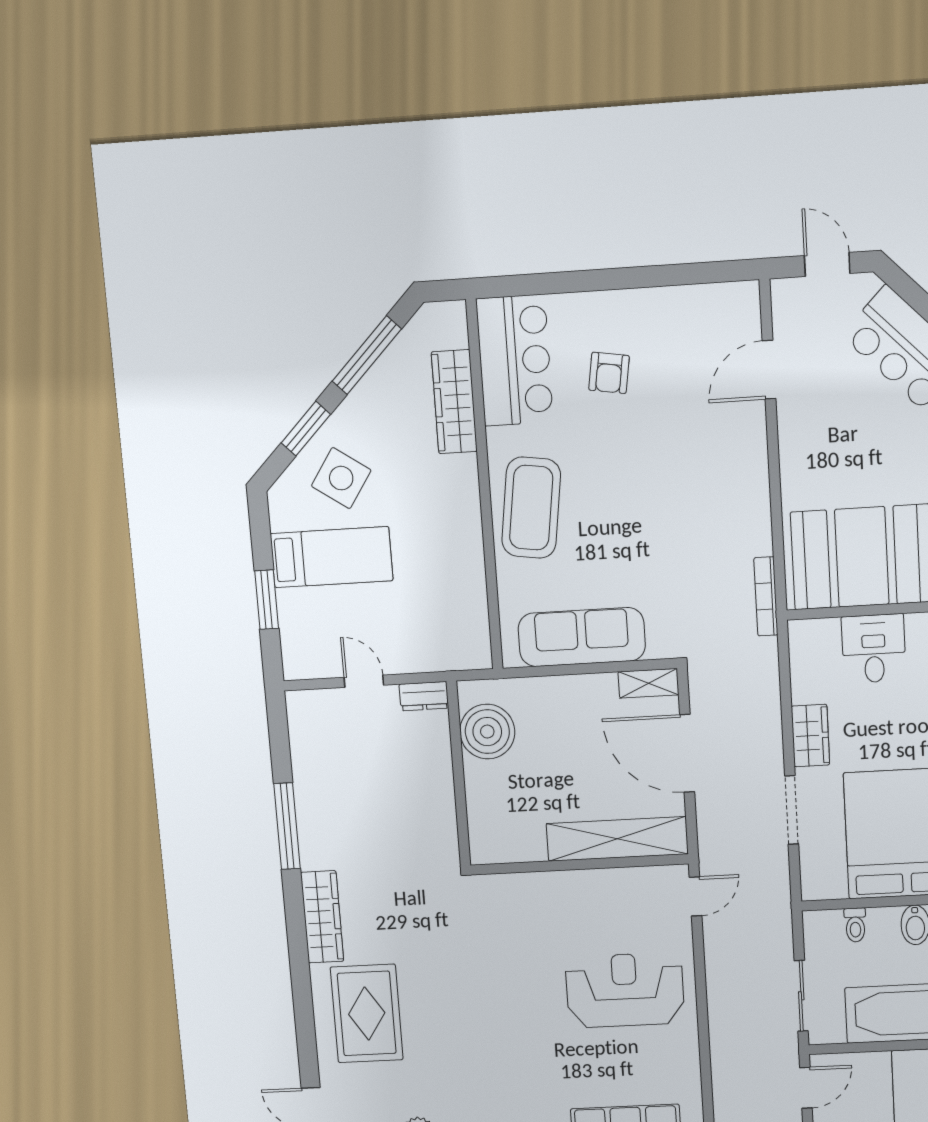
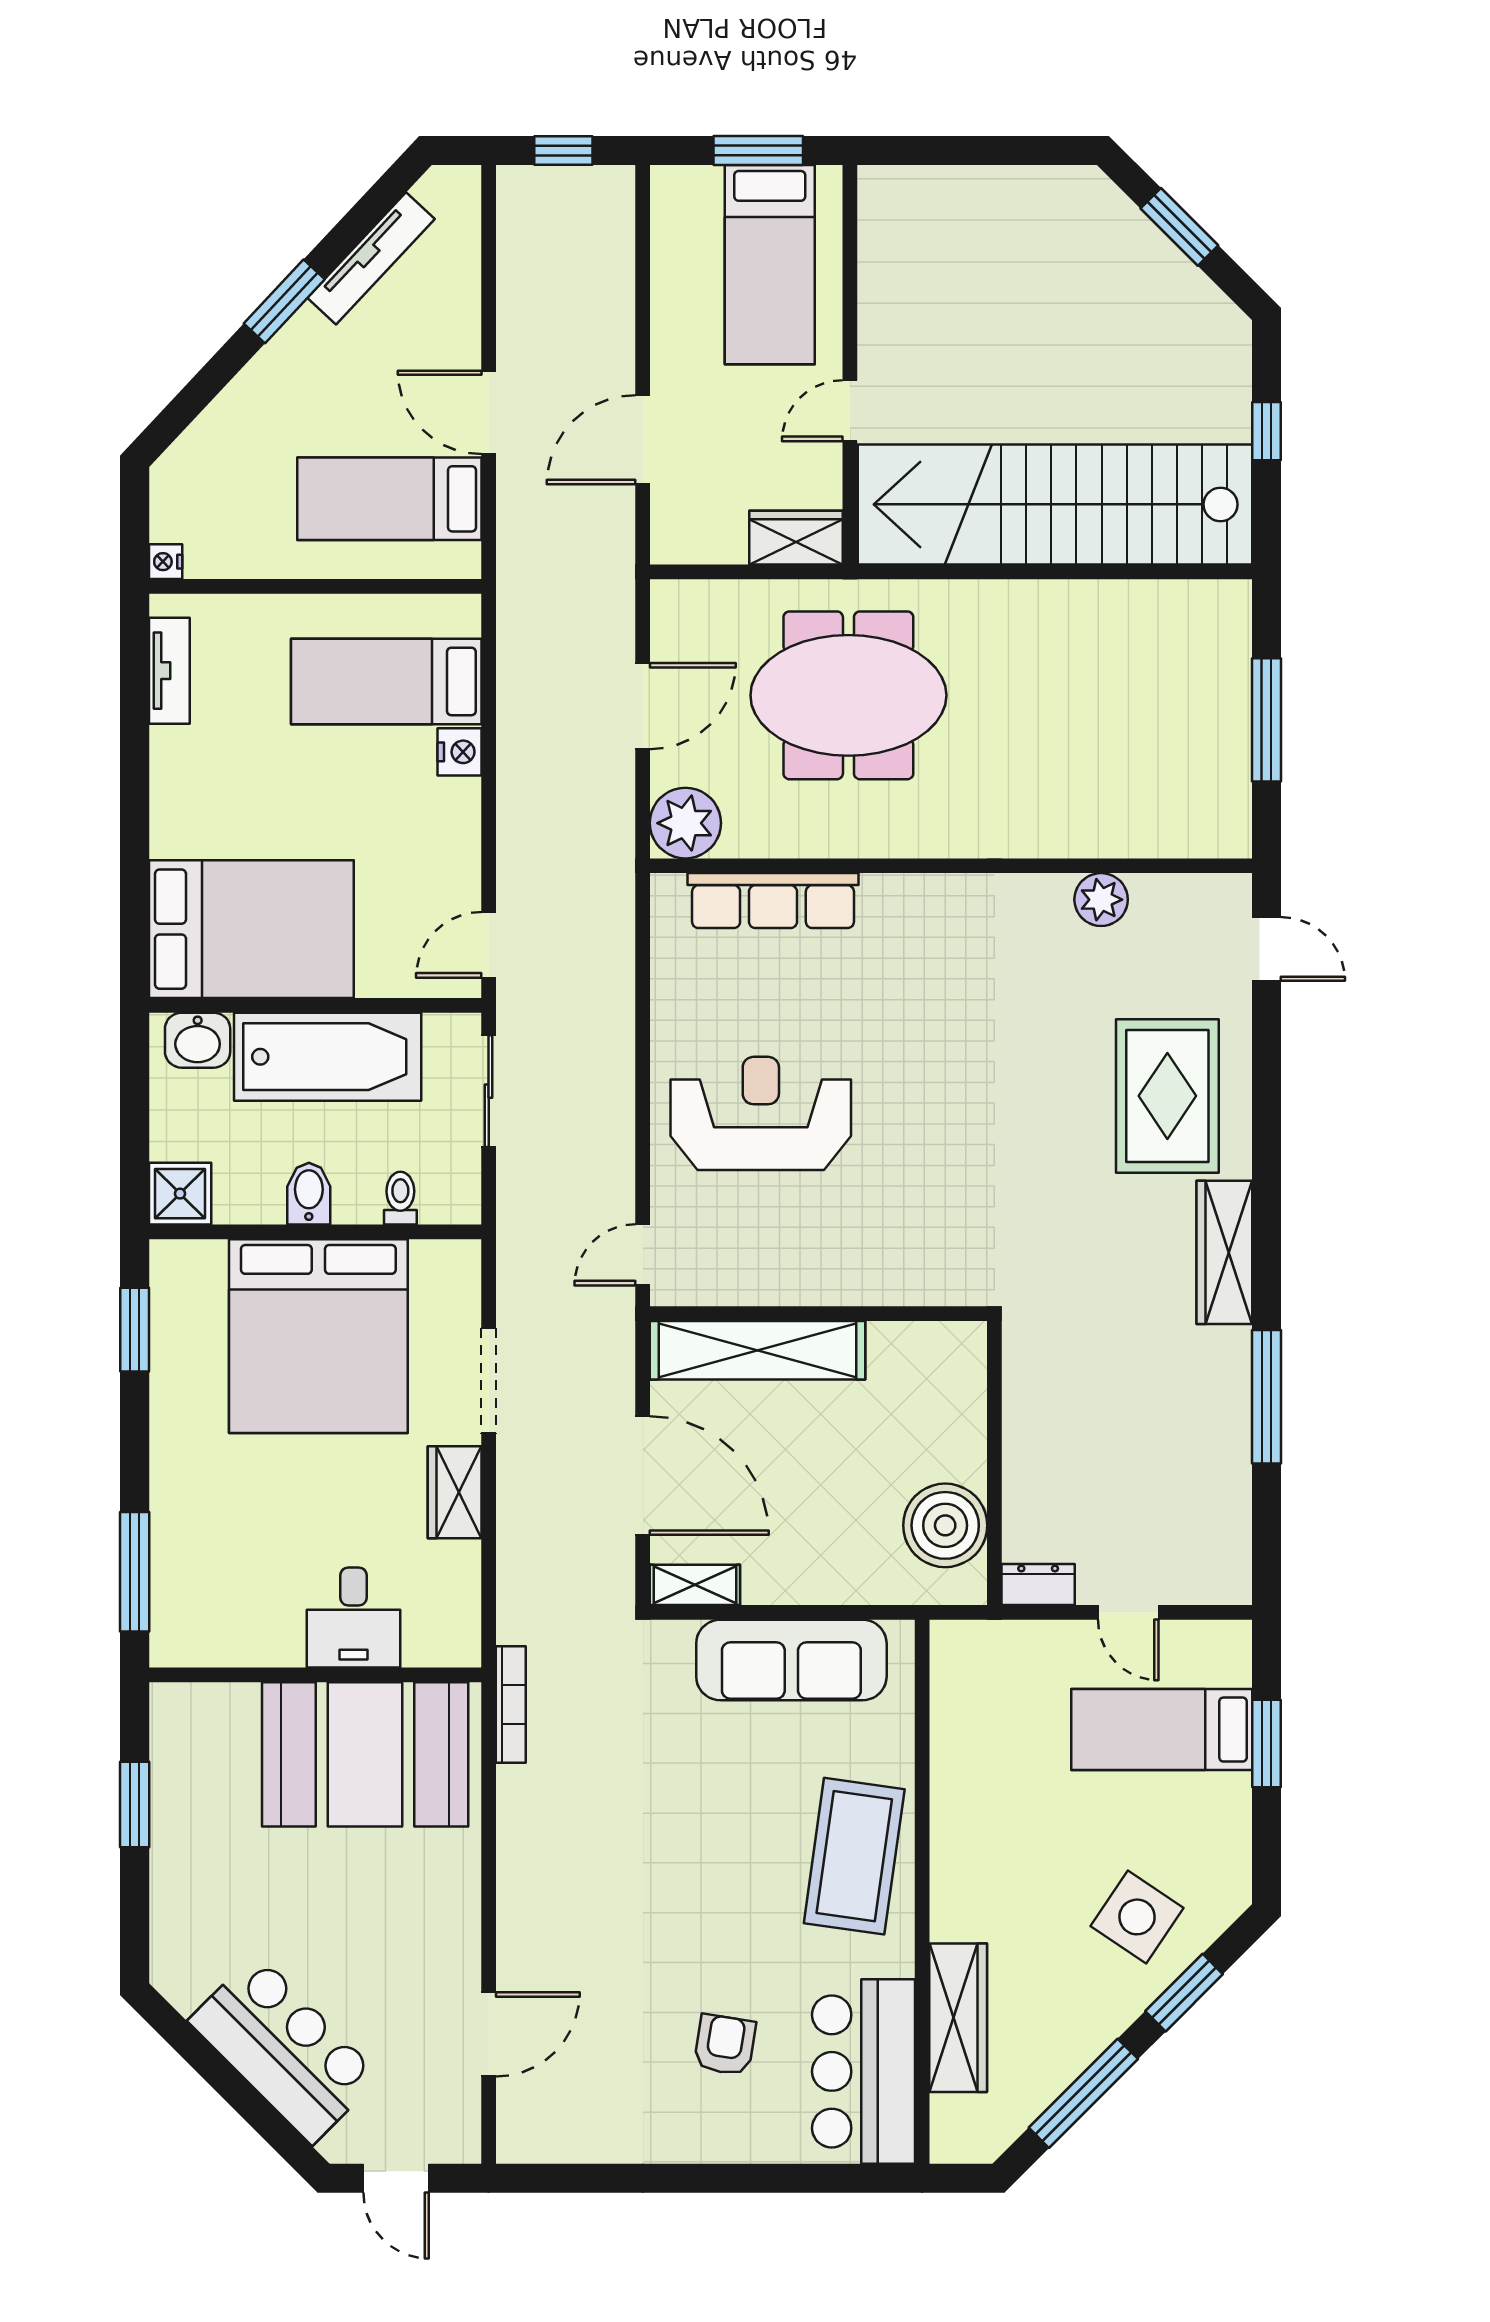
bed: (332, 557) -> (1162, 1730), moved
reception desk: (625, 990) -> (761, 1113), turned 180

